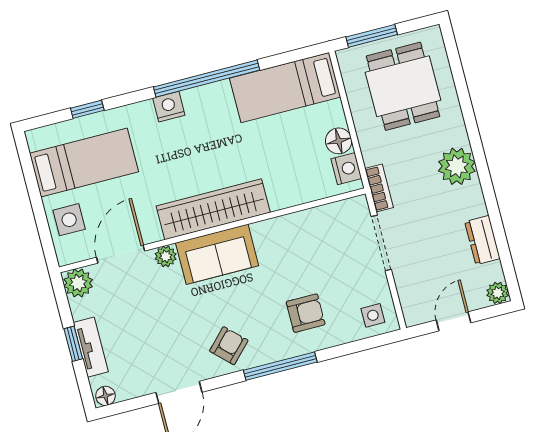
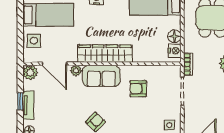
door: (121, 254) -> (54, 64), swing flipped
armchair: (306, 313) -> (138, 89), moved, turned 180

